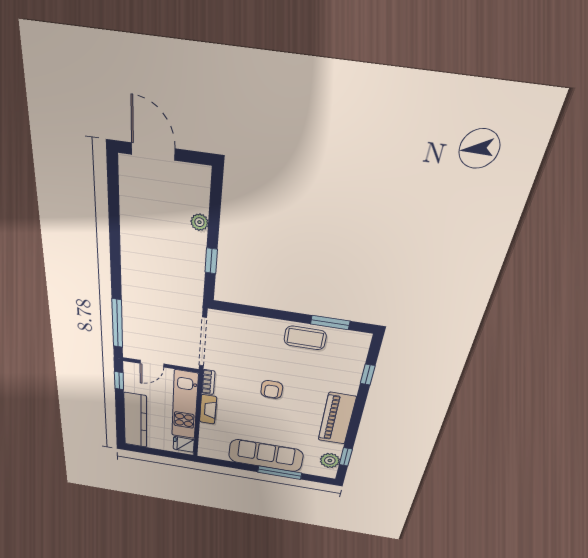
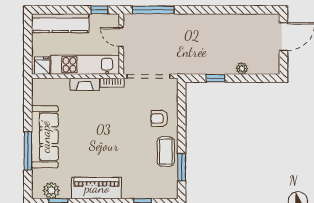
armchair: (272, 389) -> (159, 118), moved

